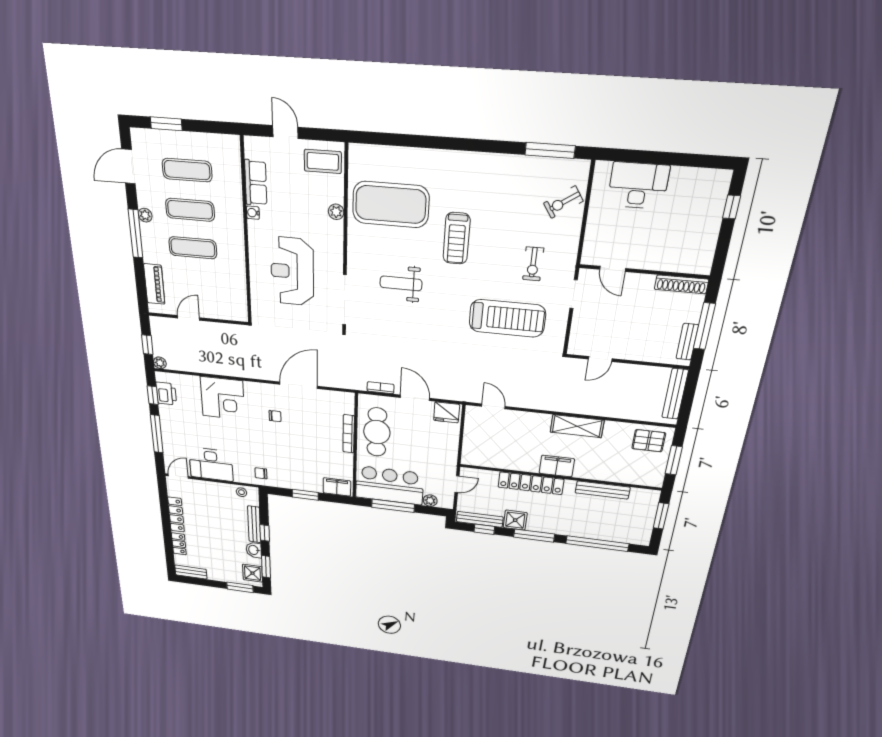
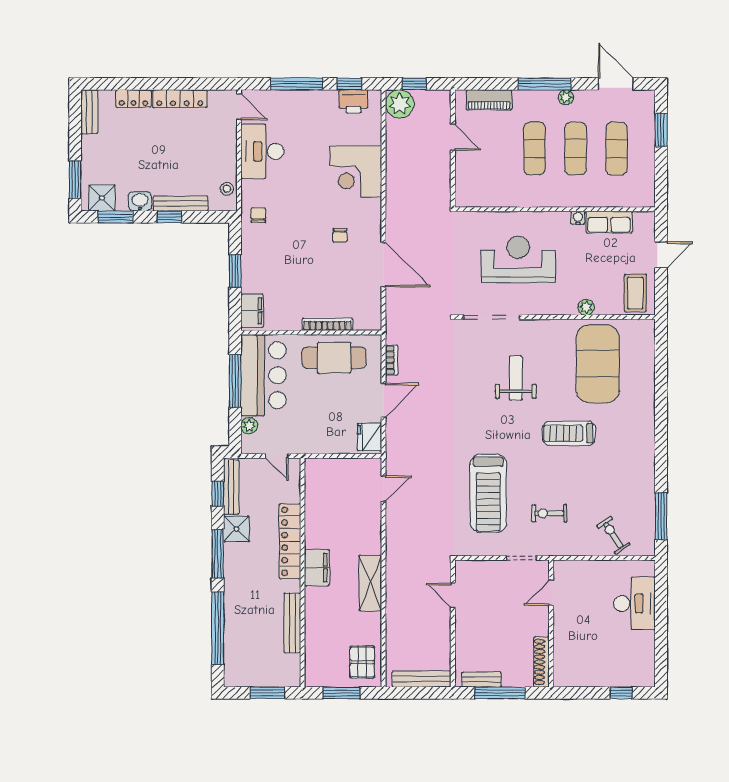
plant: (160, 363) -> (400, 104), width x1.87, depth x1.87

